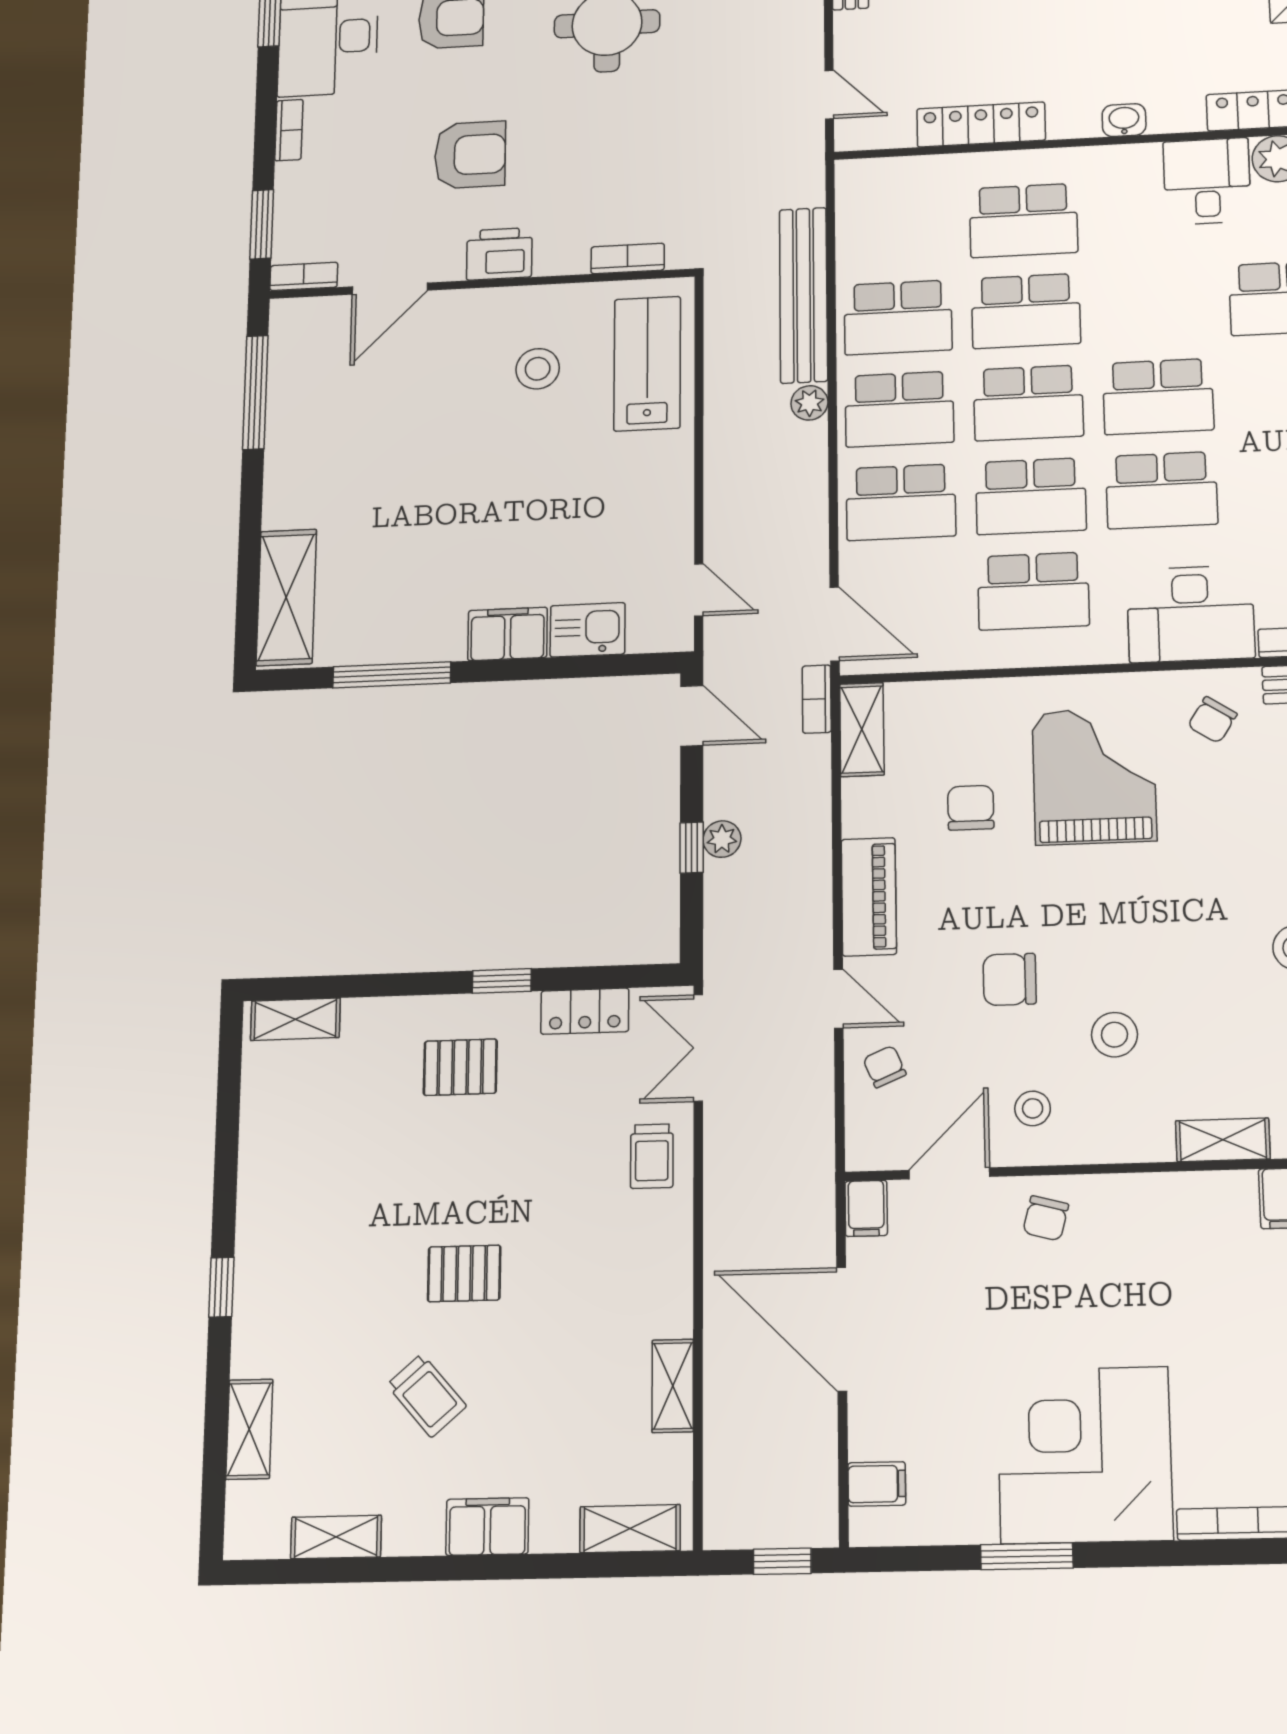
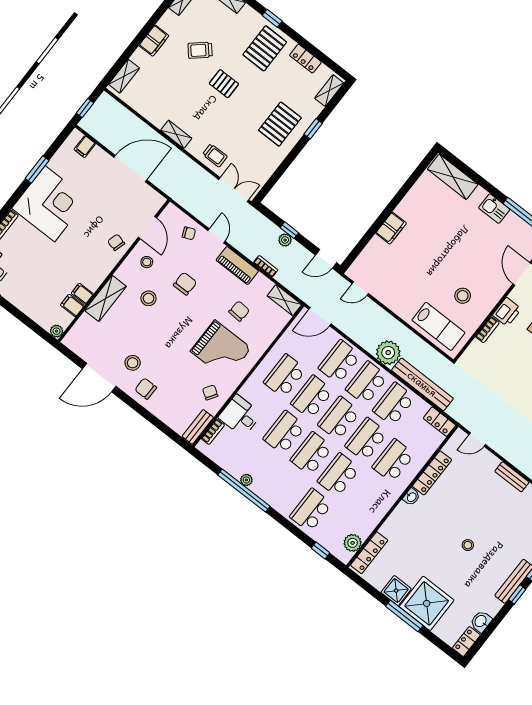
washbasin: (1124, 120) -> (411, 497), moved
desk: (1207, 181) -> (362, 519), removed
locker: (856, 197) -> (440, 422), added
bookcase: (628, 258) -> (487, 330), moved
school desk: (1155, 304) -> (339, 475), added
plant: (809, 403) -> (388, 353), width x1.88, depth x1.88
desk: (1191, 614) -> (240, 416), width x0.73
kitchen sink: (588, 630) -> (494, 209), moved, turned 90
window: (392, 675) -> (406, 188), removed
bookcase: (817, 699) -> (266, 266), moved
chair: (971, 808) -> (239, 311), turned -86
window: (502, 981) -> (313, 129), moved
door: (838, 999) -> (217, 236), swing flipped
locker: (585, 1011) -> (305, 59), moved, turned -90
pallet: (460, 1067) -> (280, 124), width x1.50, depth x1.42
shelving: (1223, 1140) -> (106, 298), width x1.50, depth x1.33
trolley: (652, 1156) -> (215, 155), turned 180
filing cabinet: (866, 1208) -> (82, 294), moved
pallet: (307, 1246) -> (265, 48), added
pallet: (464, 1273) -> (224, 84), turned 90
shelving: (673, 1386) -> (176, 134), moved

